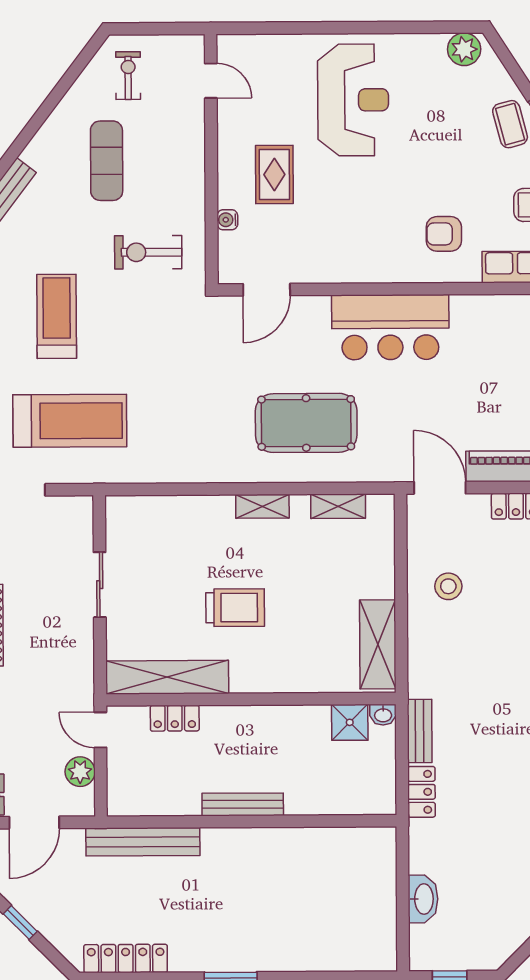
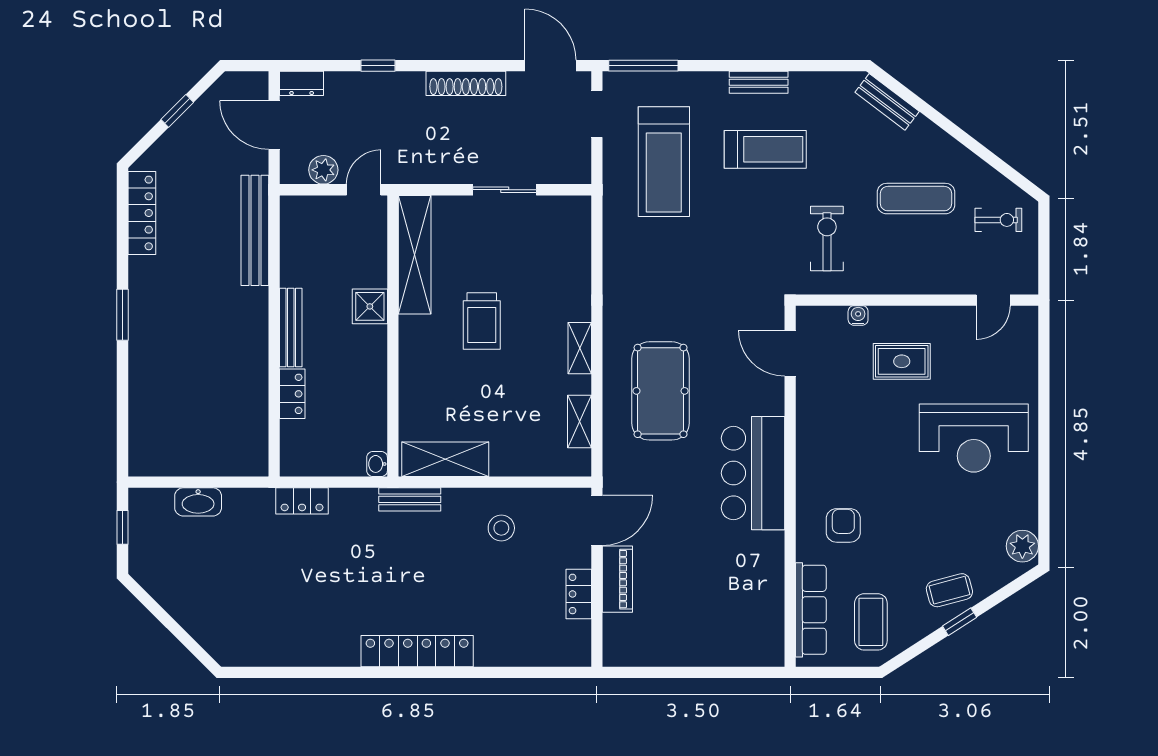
locker: (175, 718) -> (292, 394), moved, turned 180
shower: (350, 722) -> (370, 306), moved
bench: (420, 731) -> (410, 499), moved

